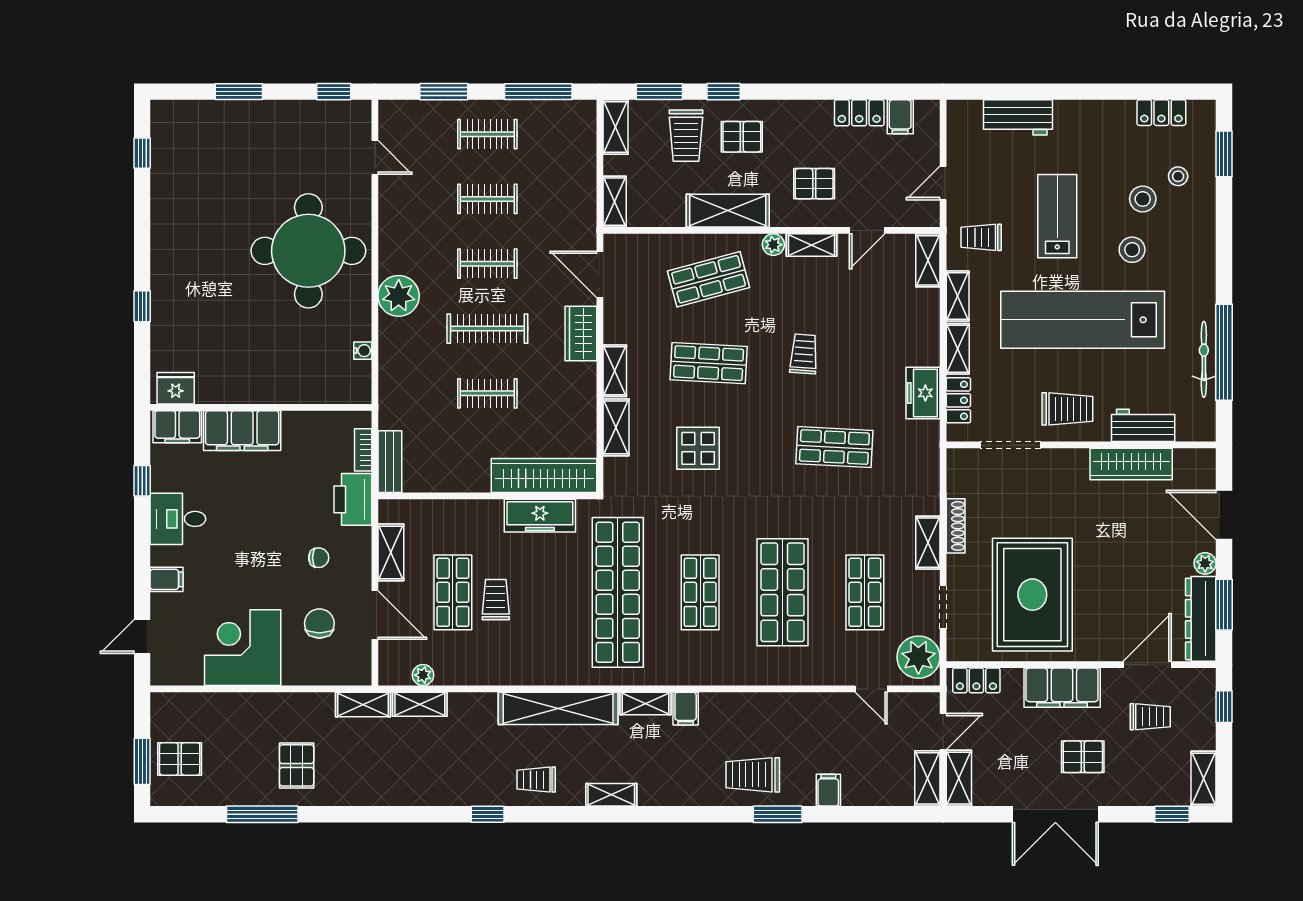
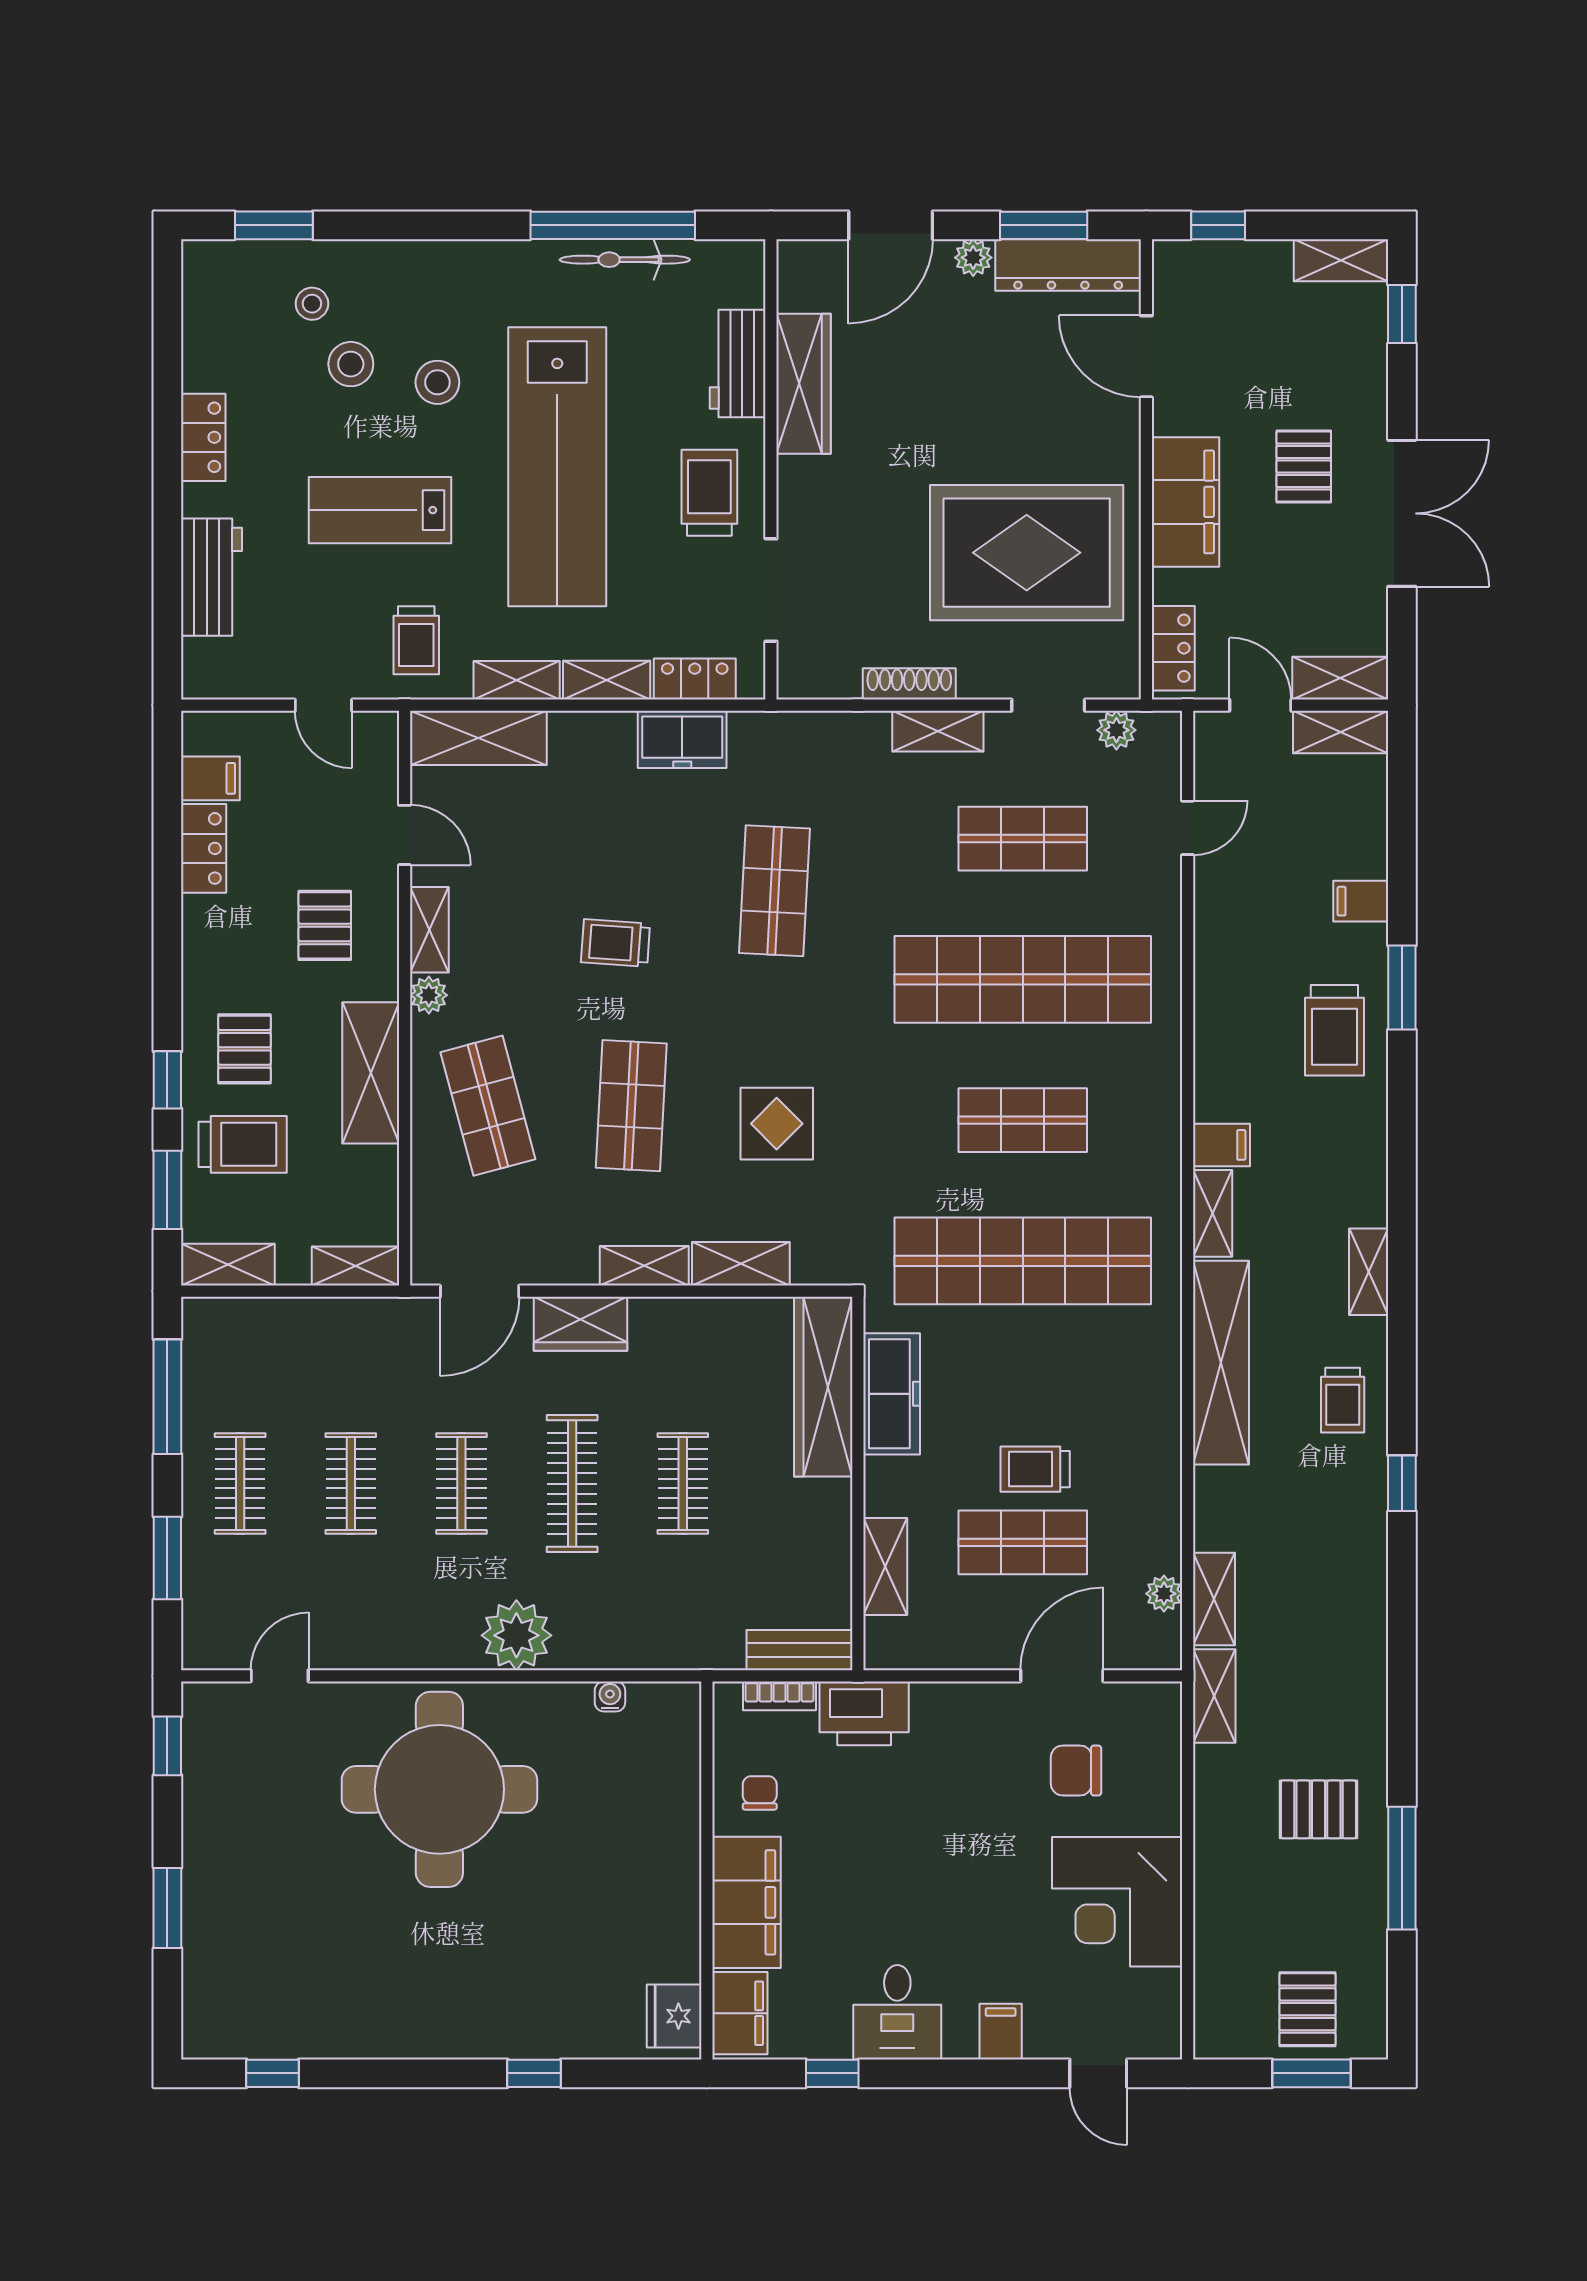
locker: (1161, 113) -> (203, 437), moved
shelving: (928, 260) -> (478, 738), width x1.50, depth x1.33
shelving: (391, 552) -> (885, 1566), moved, turned 90
chair: (319, 558) -> (760, 1793), moved
shop shelf: (783, 592) -> (1023, 979), width x1.40
plant: (918, 657) -> (1116, 730), width x0.53, depth x0.53
trolley: (1150, 717) -> (1235, 351), removed

